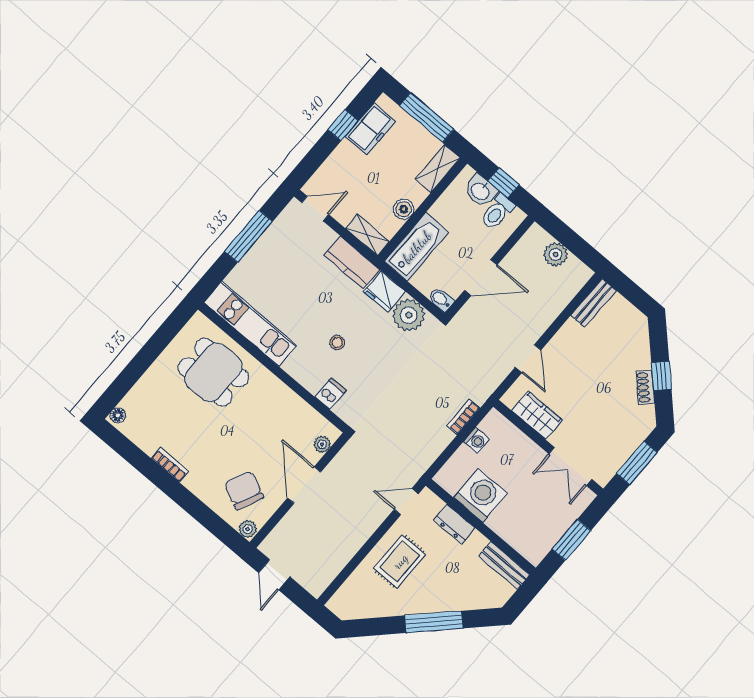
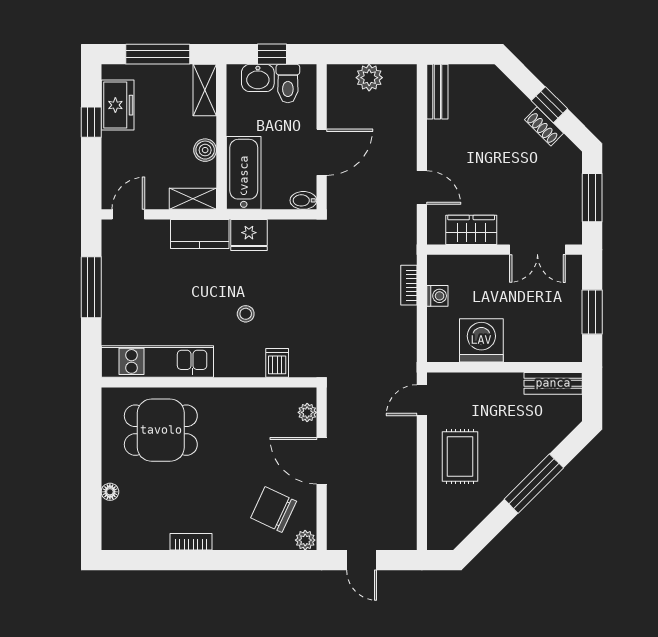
plant: (409, 315) -> (287, 238), removed
floor lamp: (118, 415) -> (110, 492), moved
dresser: (454, 524) -> (480, 384), removed

